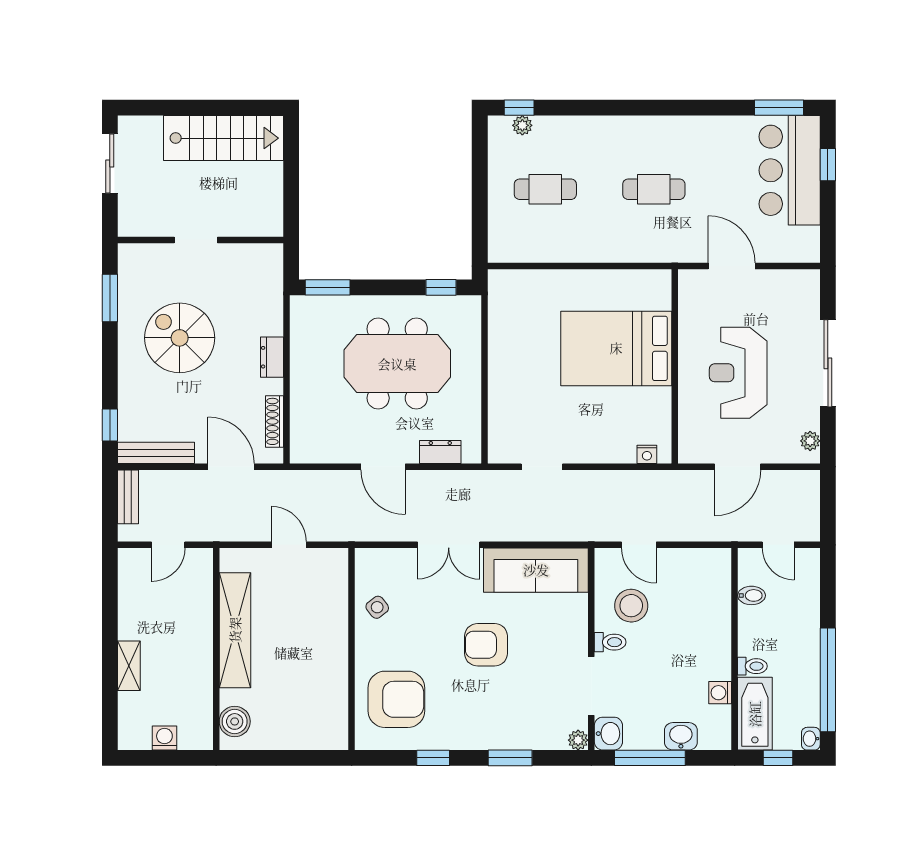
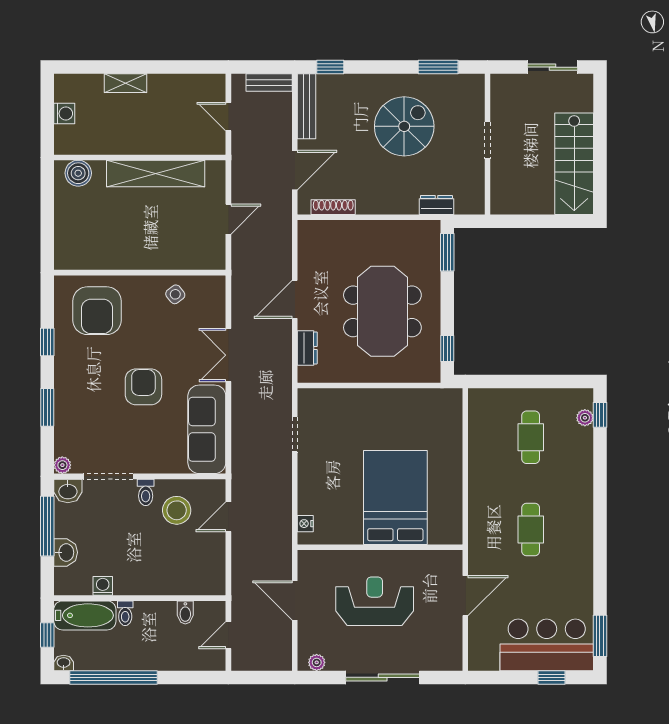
dresser: (272, 357) -> (436, 205), moved

